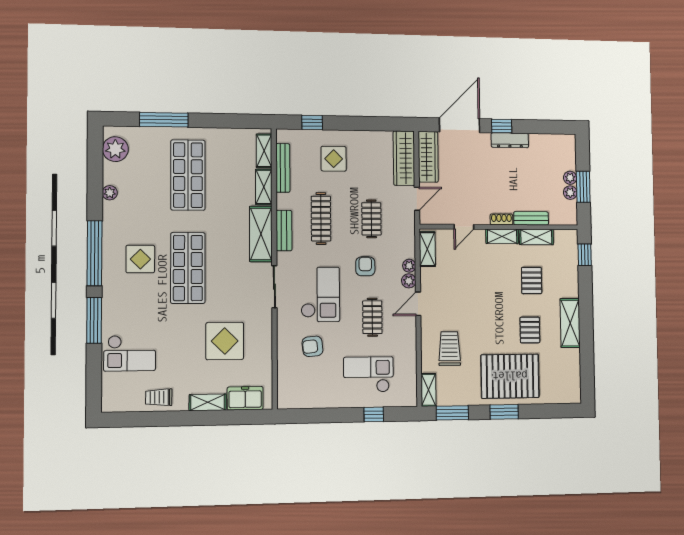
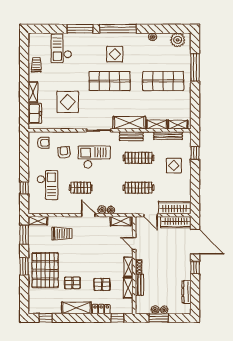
dresser: (510, 140) -> (186, 292), moved
clothes rail: (371, 219) -> (138, 188), width x1.36
armchair: (365, 266) -> (43, 143), moved
locker: (571, 282) -> (101, 309), added
checkout: (320, 294) -> (94, 157), turned 180
window: (587, 374) -> (46, 318), added

